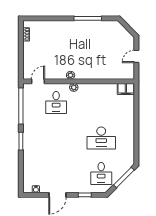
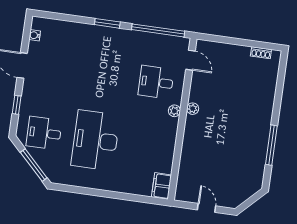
desk: (101, 138) -> (95, 140), width x1.36, depth x1.30

